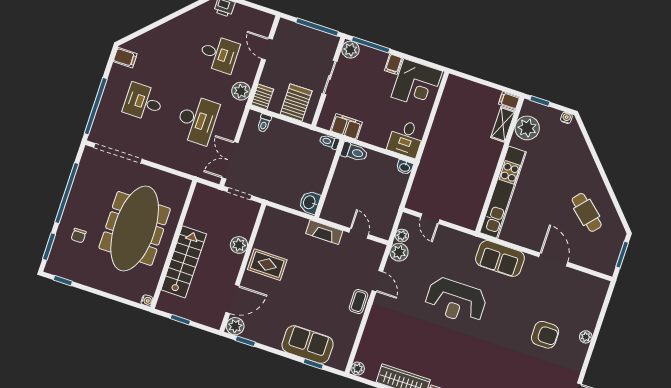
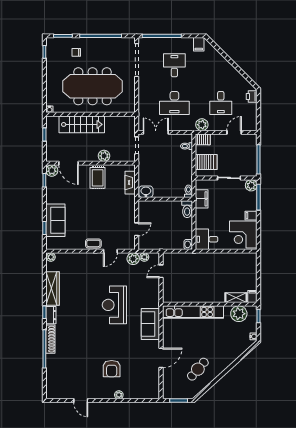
fireplace: (324, 232) -> (130, 183), moved

